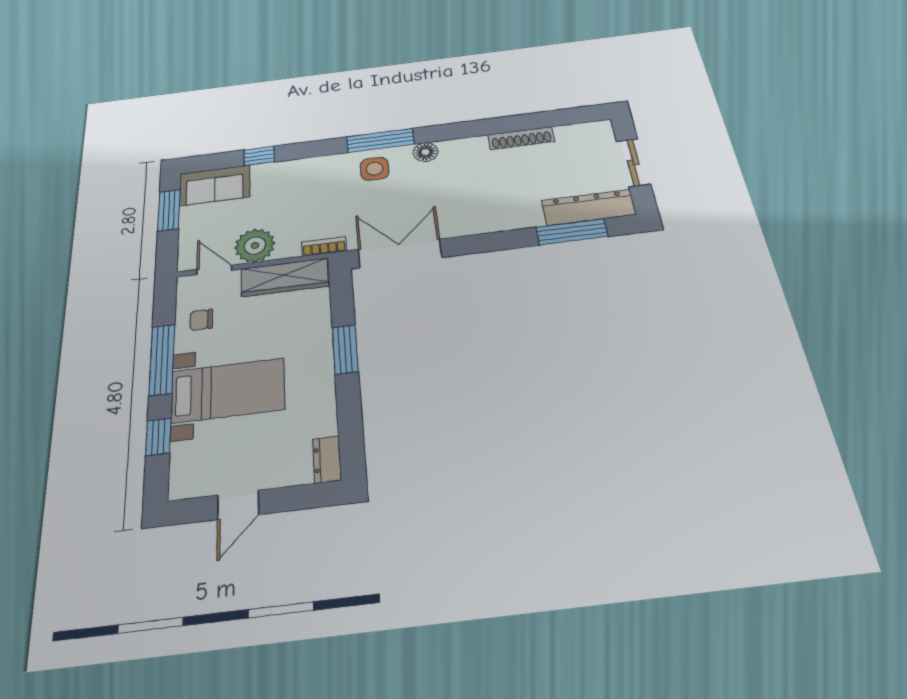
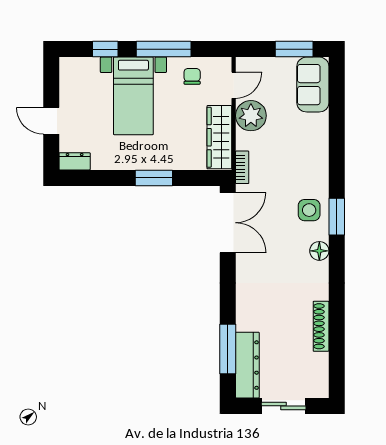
window: (380, 140) -> (337, 217), width x0.69
window: (259, 156) -> (337, 120), removed
door: (238, 505) -> (51, 121), moved

